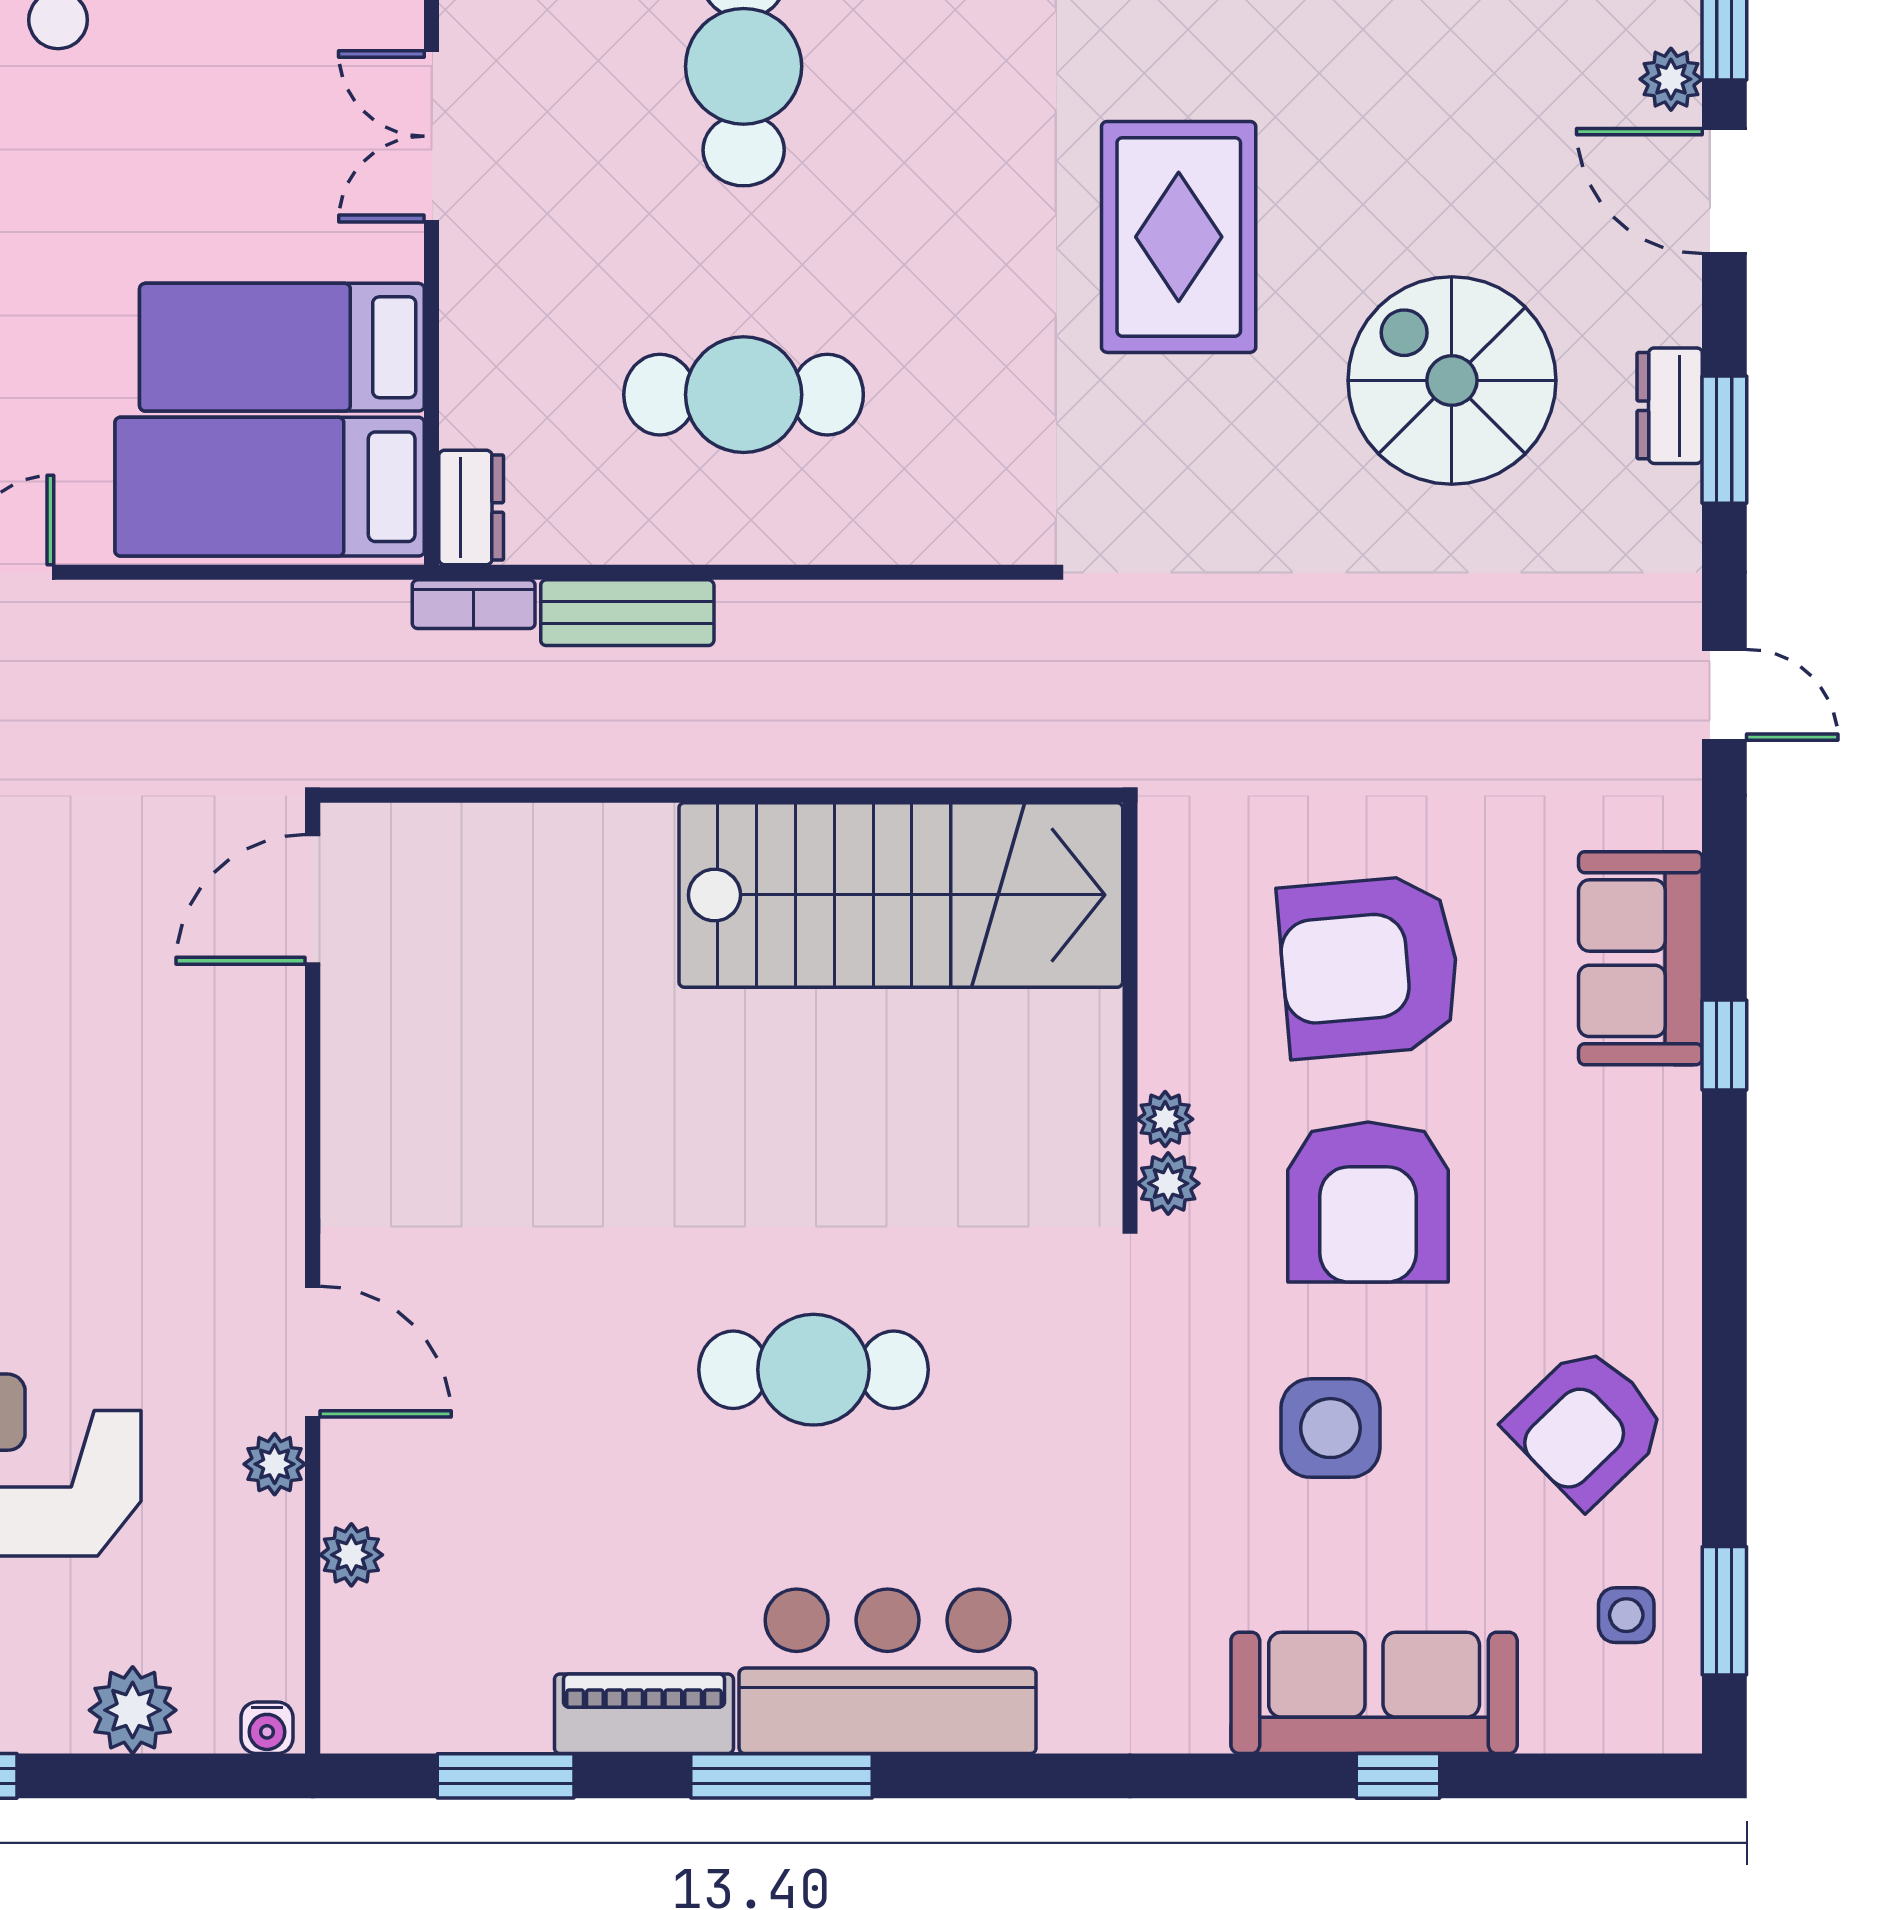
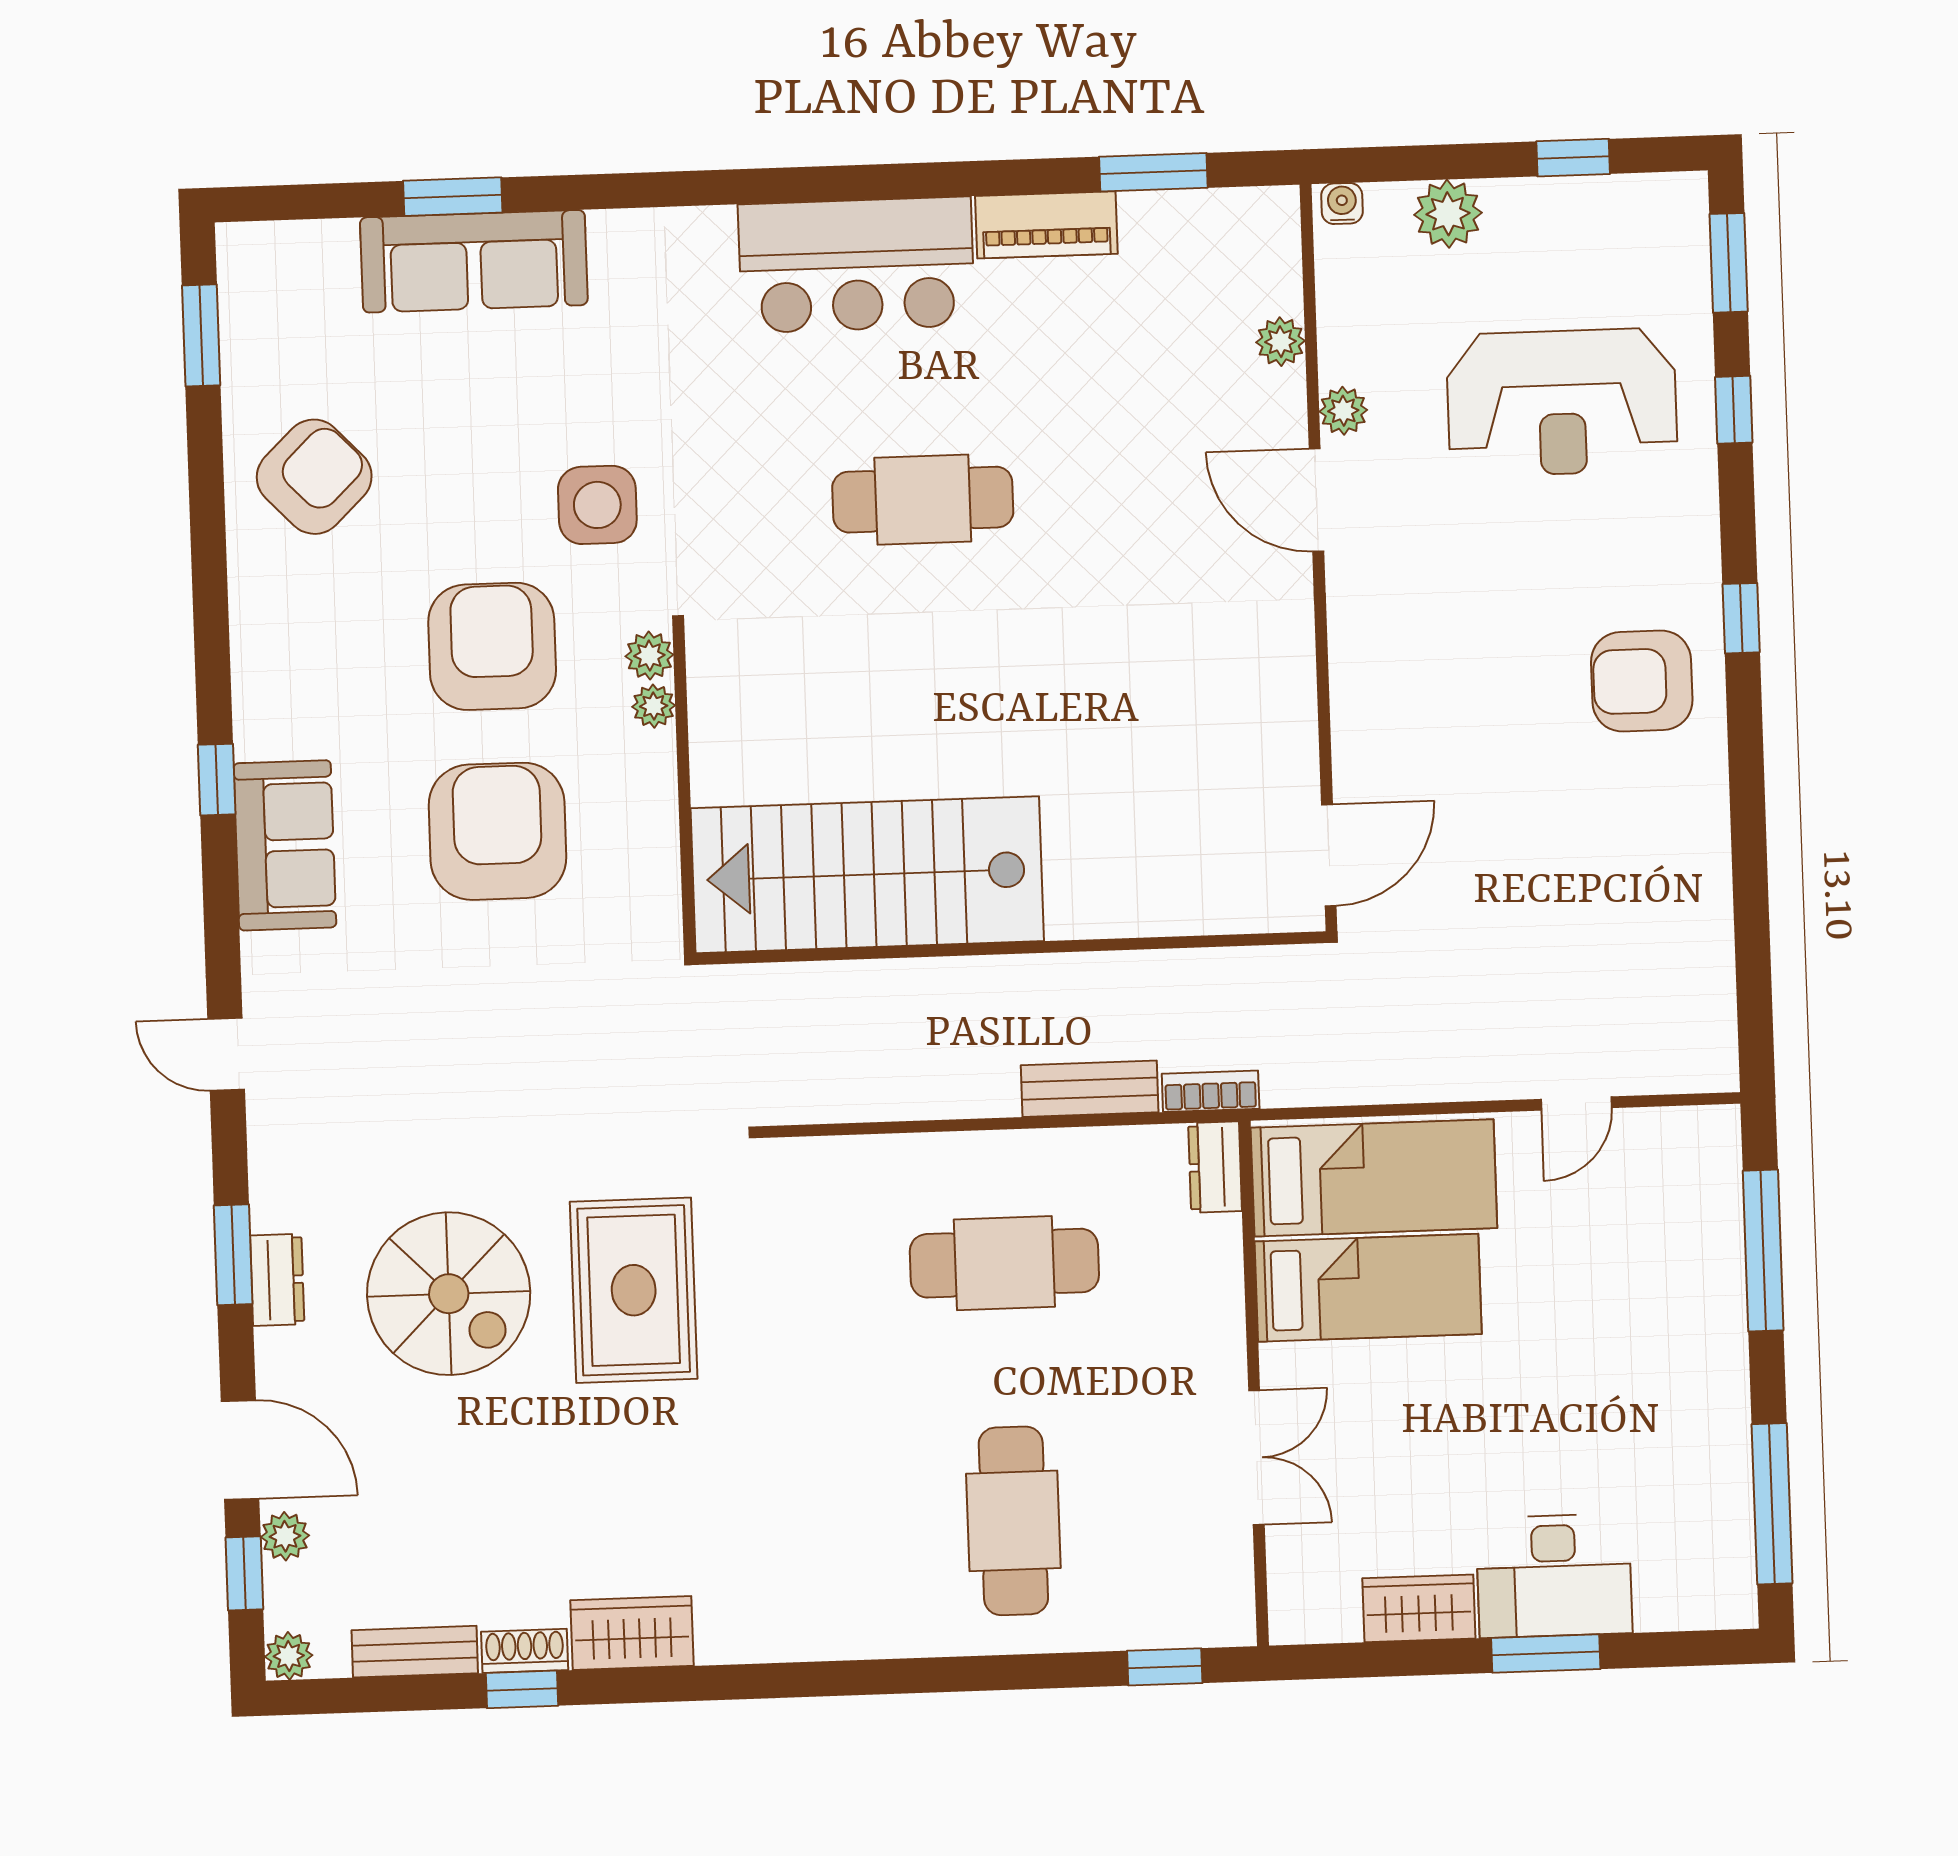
rug: (1179, 237) -> (634, 1290), moved
armchair: (1369, 967) -> (498, 831), turned -85
side table: (1330, 1428) -> (597, 505), moved
side table: (1626, 1615) -> (278, 329), removed
window: (782, 1776) -> (937, 180), removed
window: (1398, 1776) -> (453, 197), width x1.50

